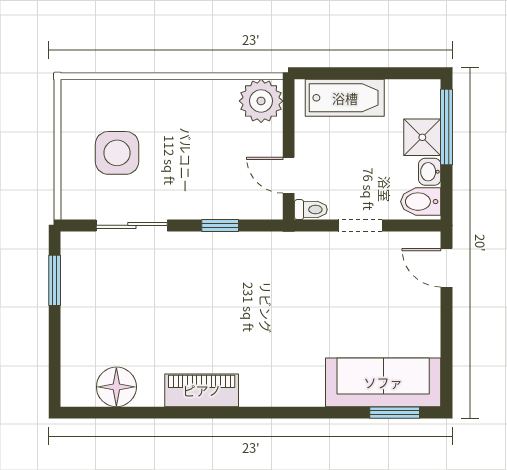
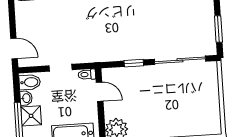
side table: (117, 153) -> (190, 98), removed
sliding door: (132, 225) -> (180, 60), width x1.37

